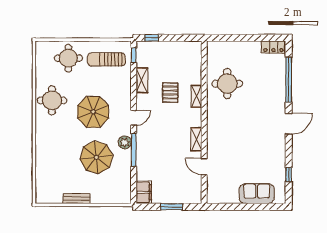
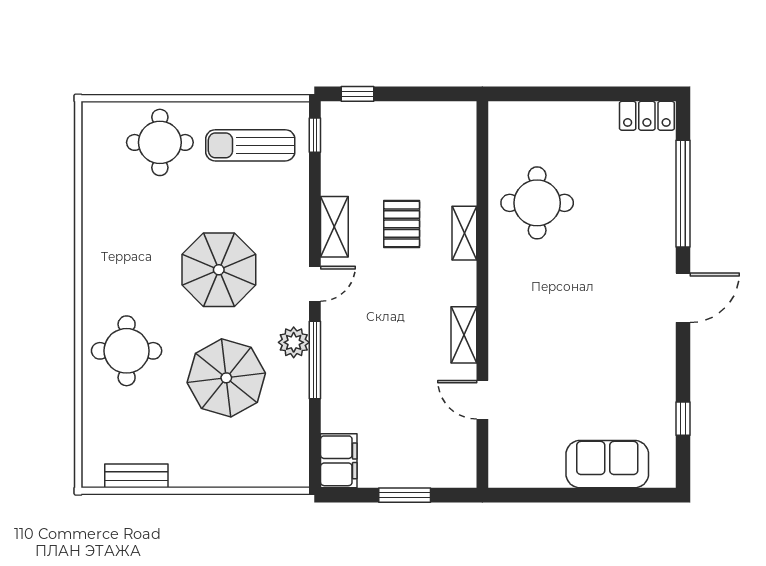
shelving: (142, 80) -> (334, 227), moved
round table: (52, 100) -> (127, 351), moved
bench: (76, 199) -> (136, 476), moved

